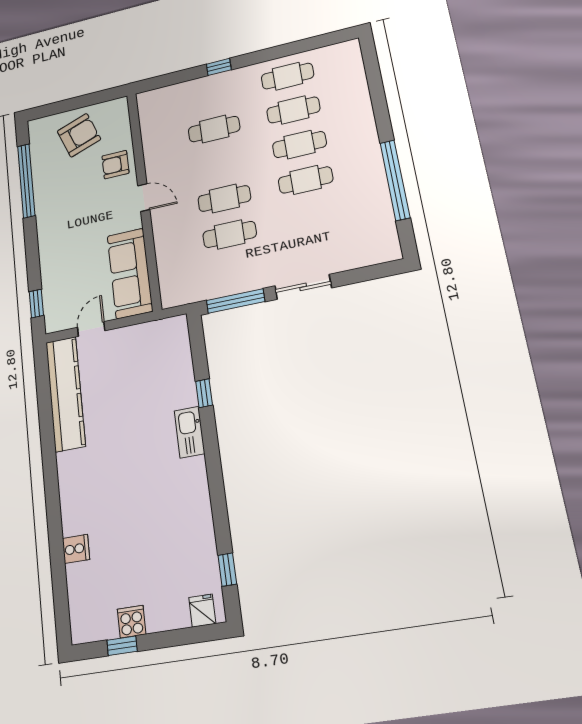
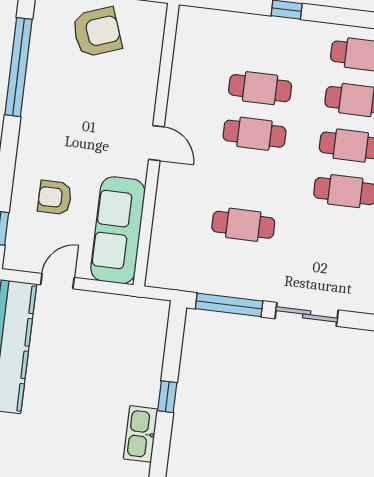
armchair: (115, 165) -> (55, 197), moved
cafe table: (224, 199) -> (254, 134), moved

